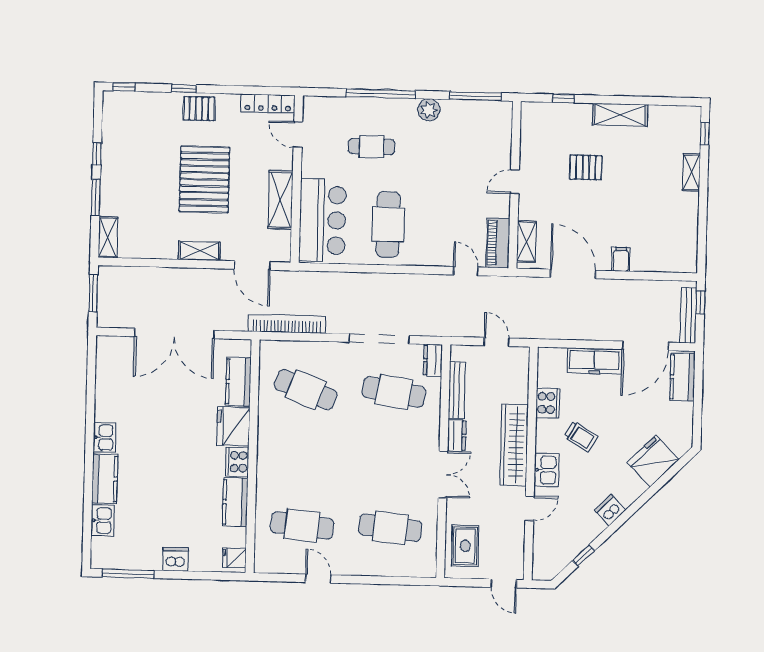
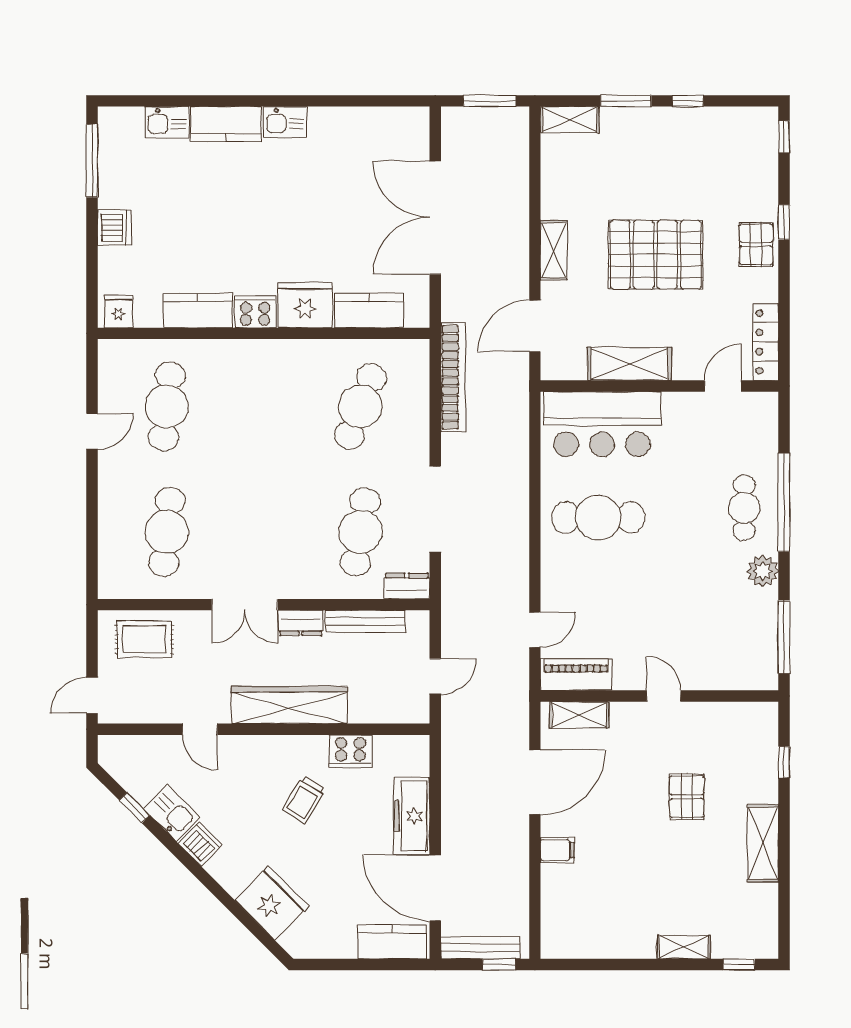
cafe table: (372, 147) -> (744, 508), moved
kitchen sink: (546, 470) -> (172, 813), moved, turned -135

